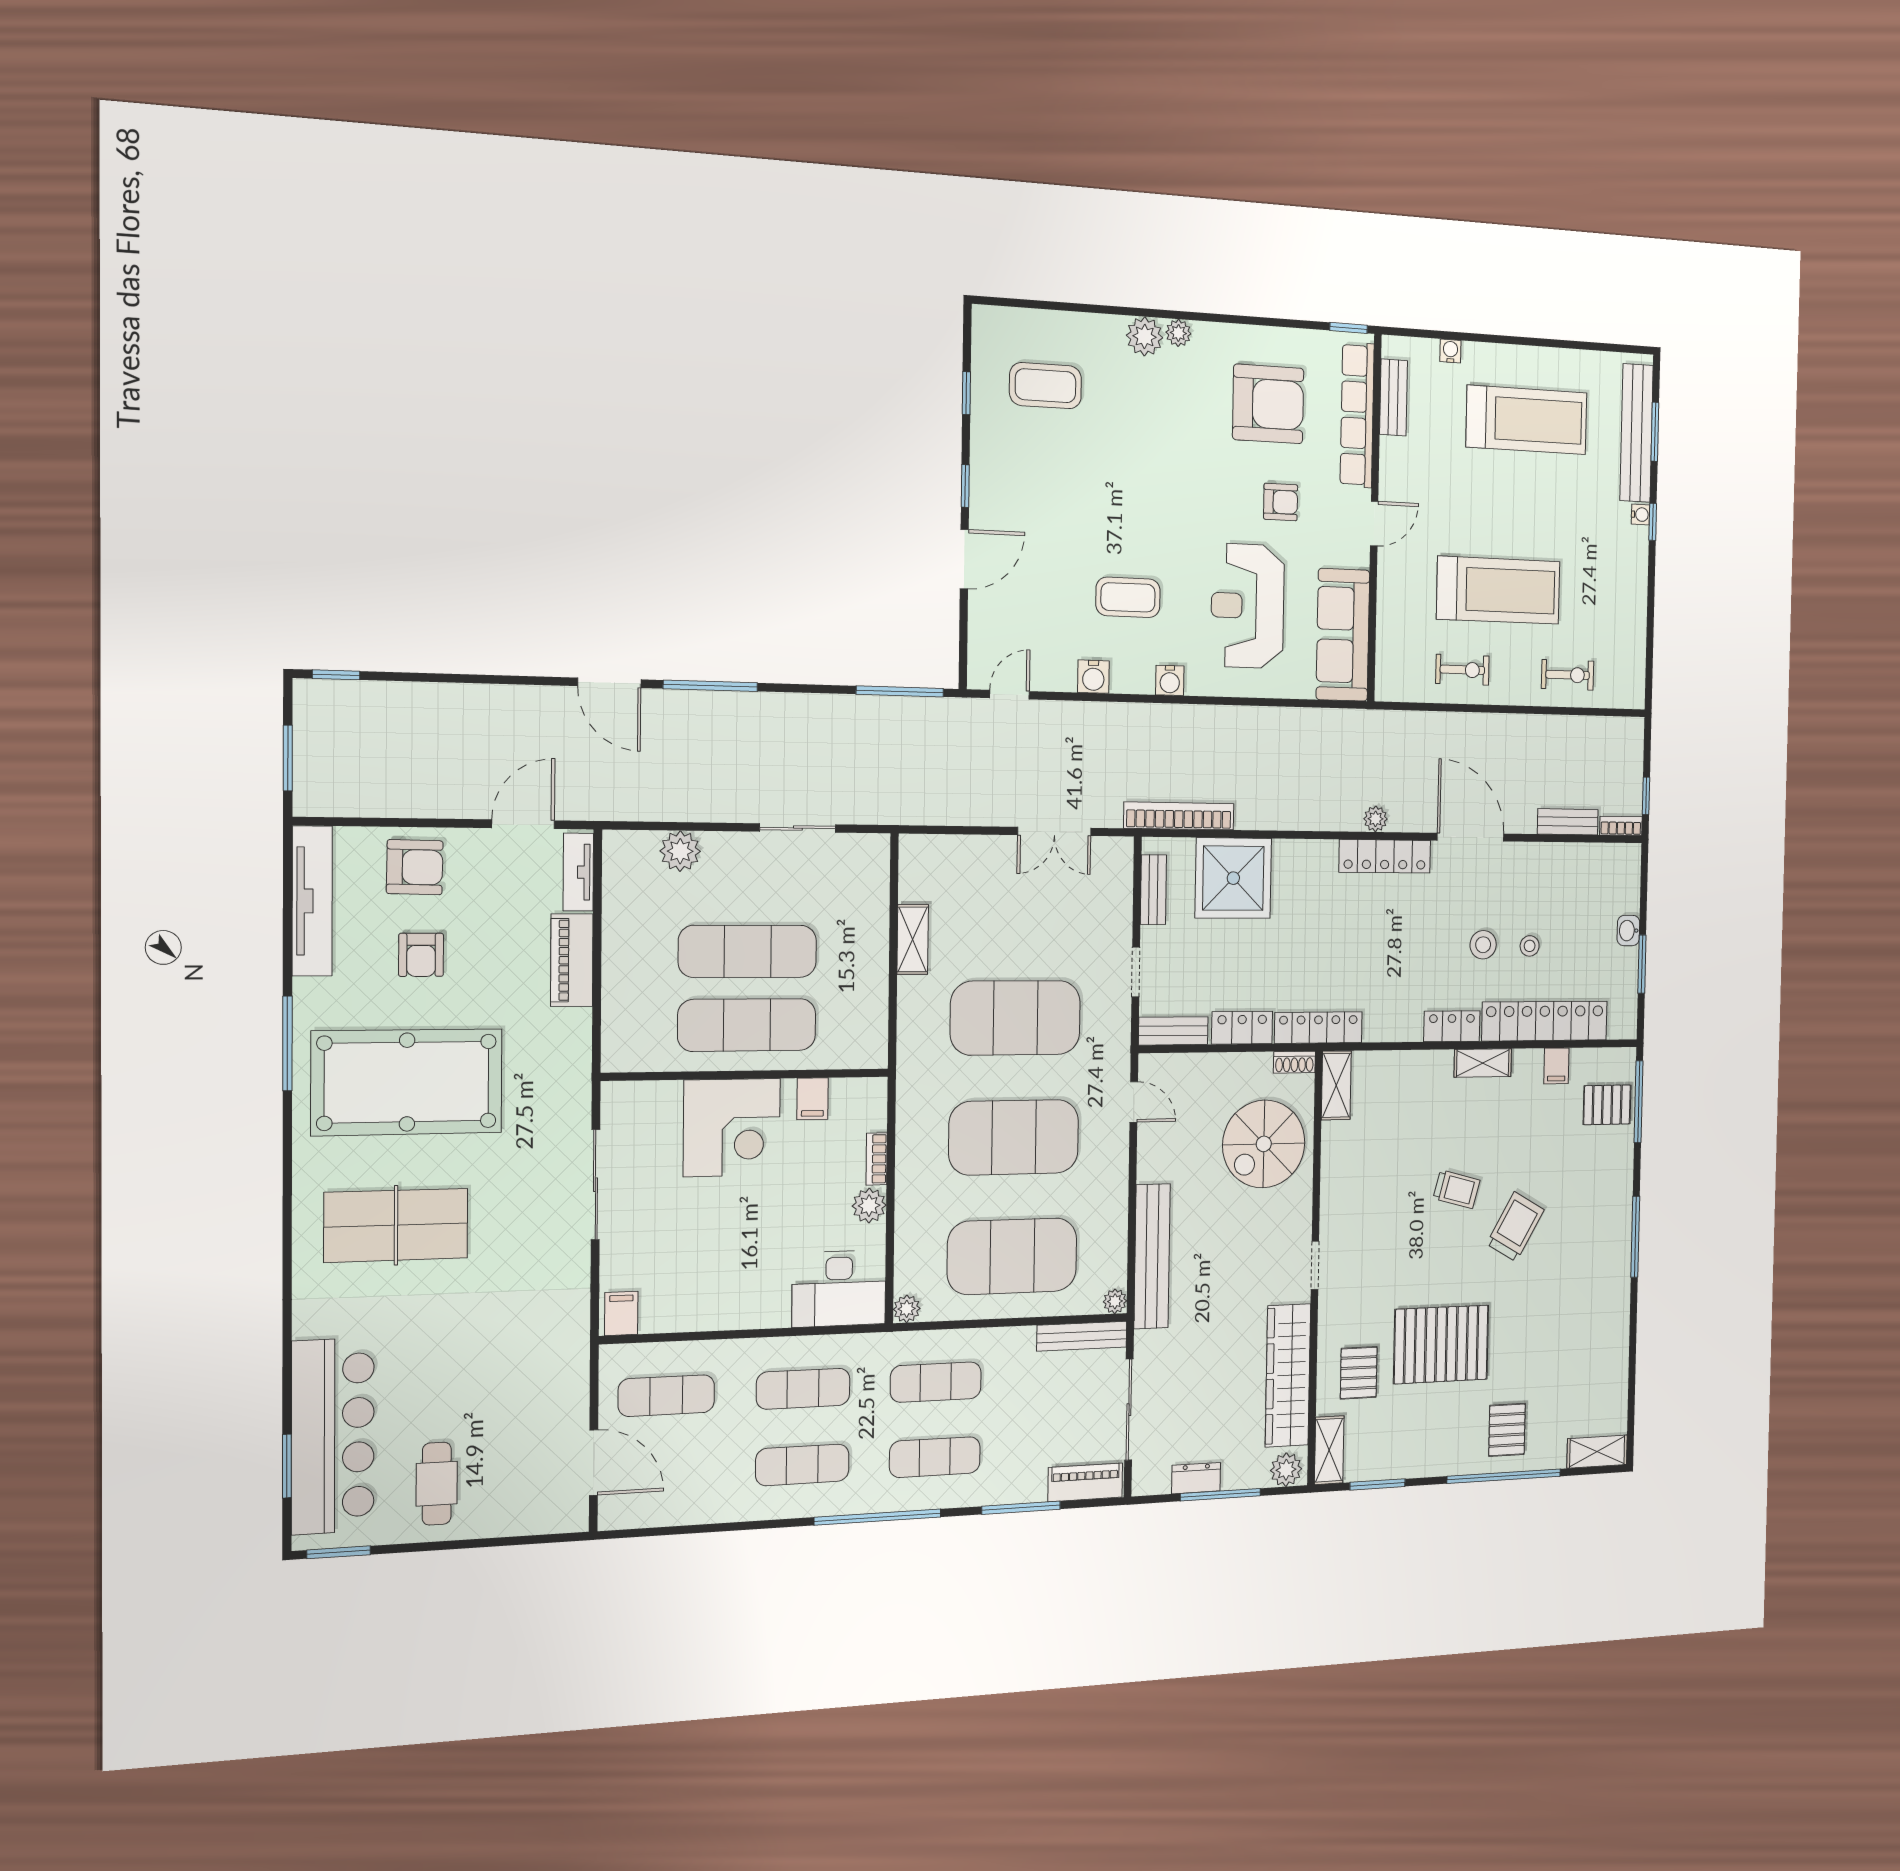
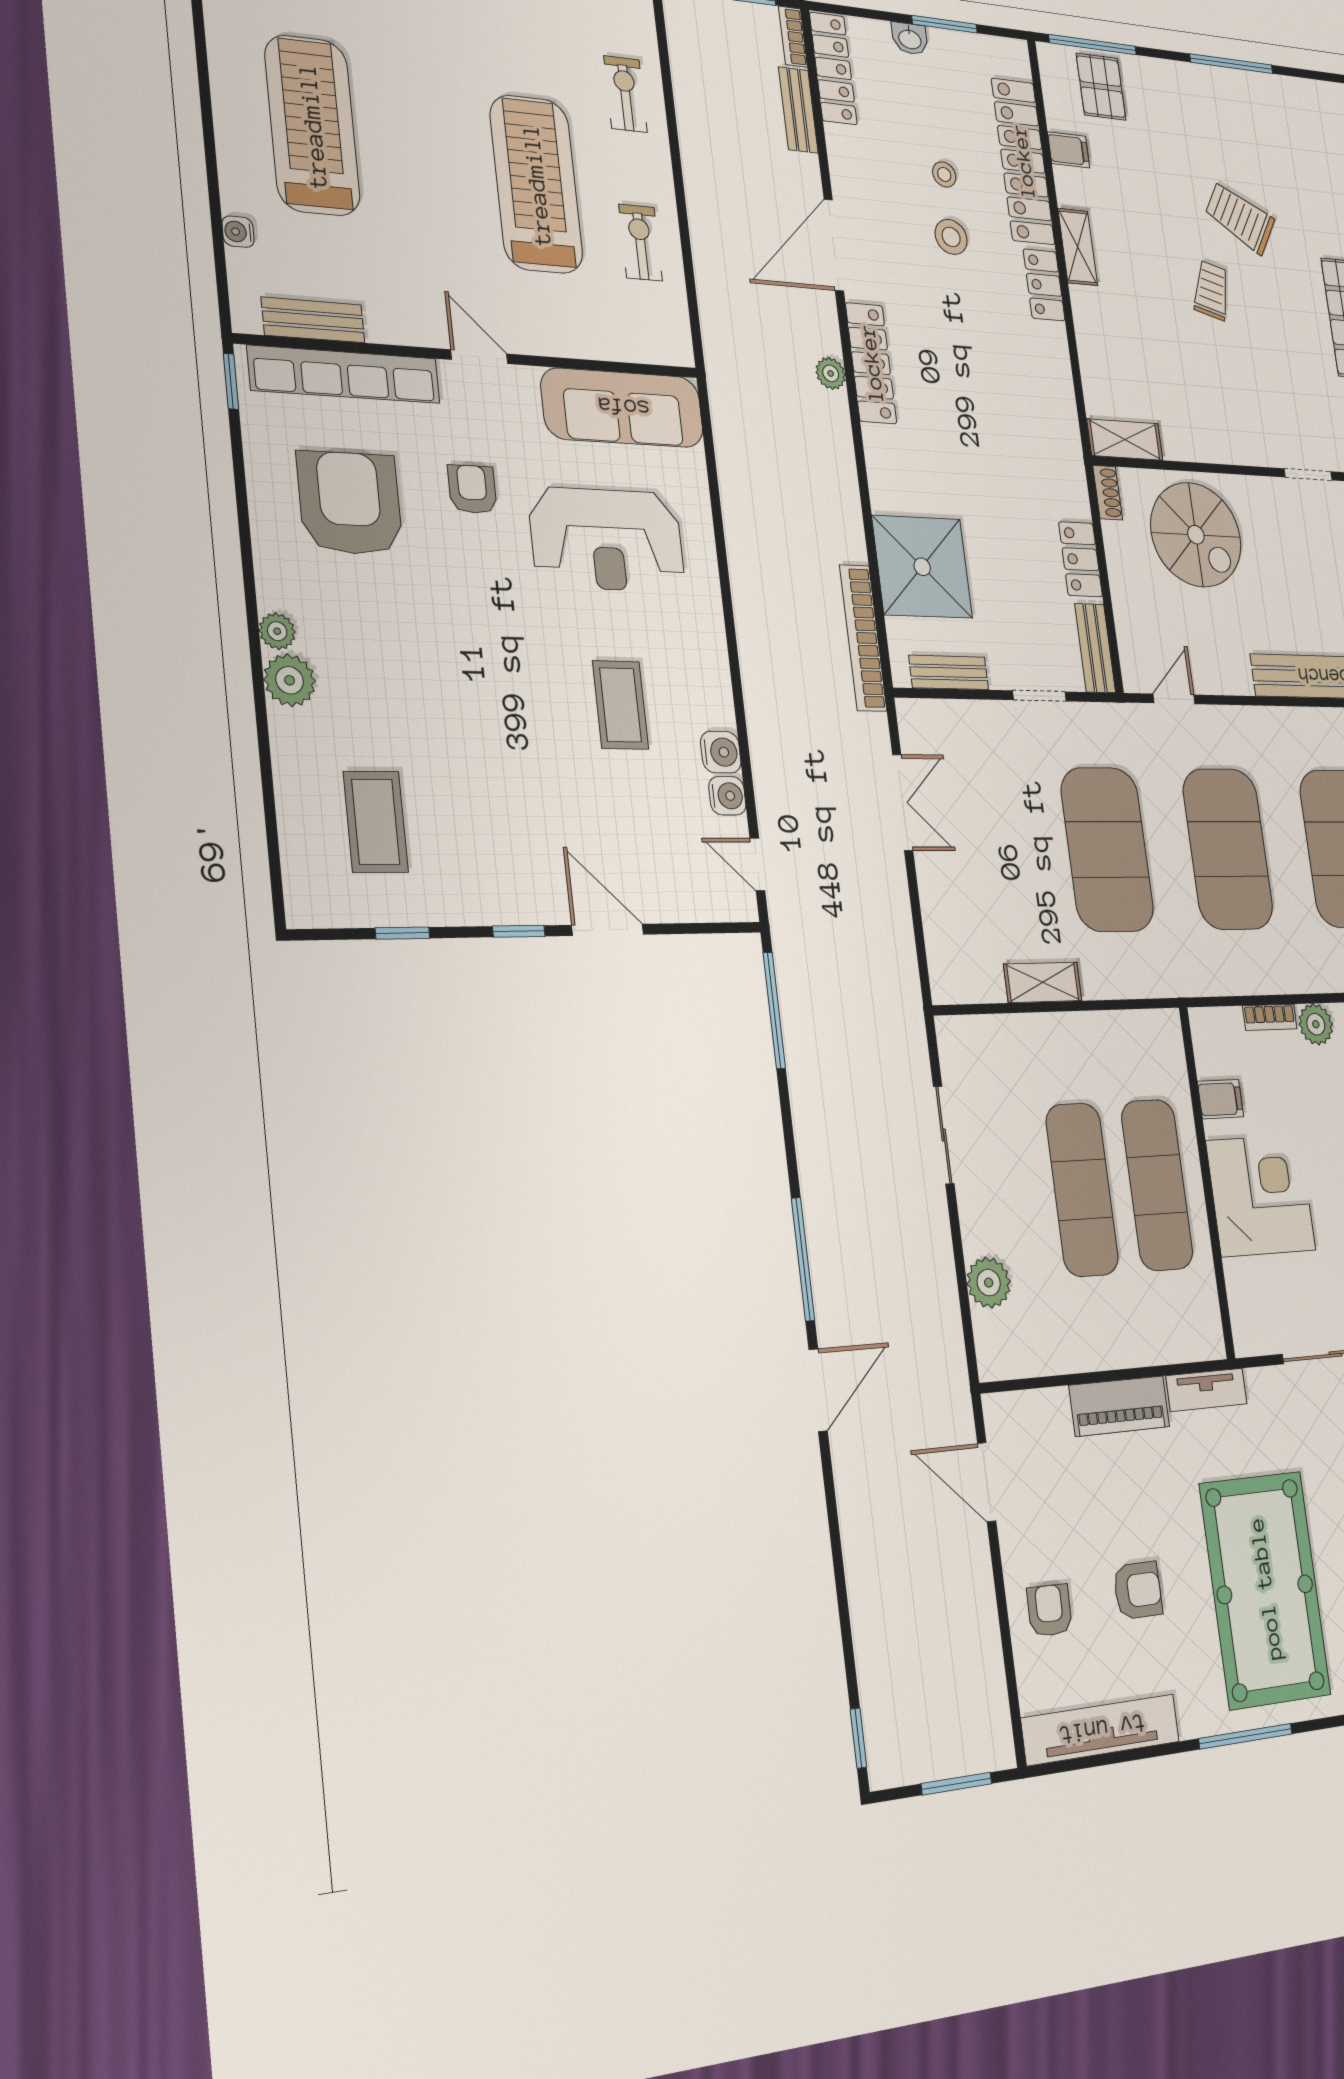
water cooler: (1170, 680) -> (727, 796), moved
armchair: (415, 867) -> (1049, 1610), width x0.72, depth x0.72
tv unit: (578, 872) -> (1206, 1390), moved
locker: (1318, 1028) -> (833, 68), moved, turned 180

